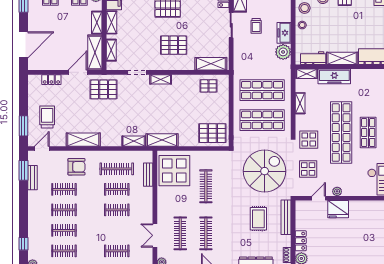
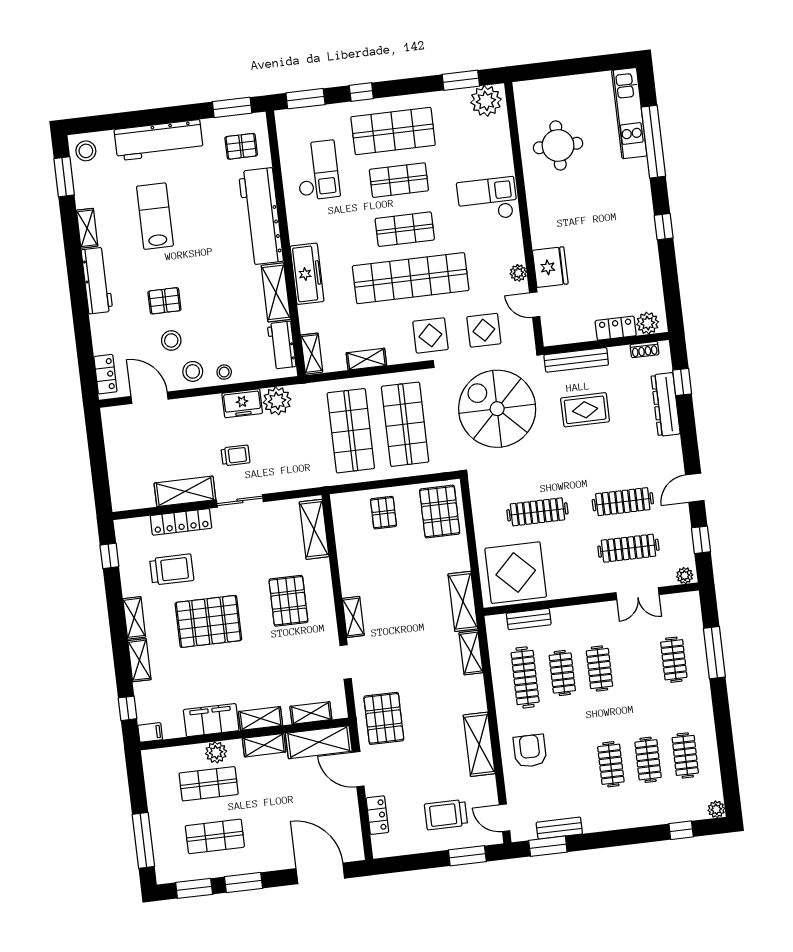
freezer: (334, 76) -> (307, 274), moved
pallet: (208, 86) -> (383, 513), moved
clothes rail: (64, 189) -> (574, 769), removed

